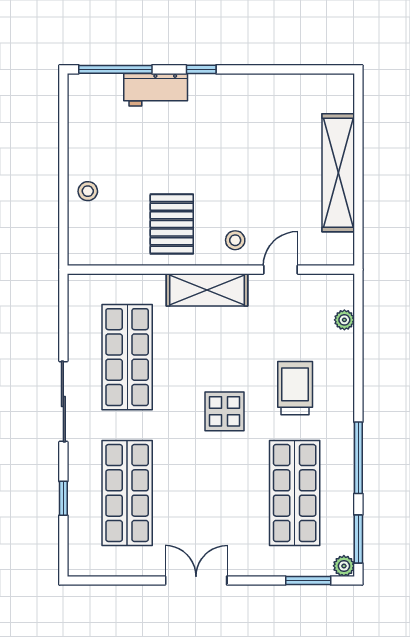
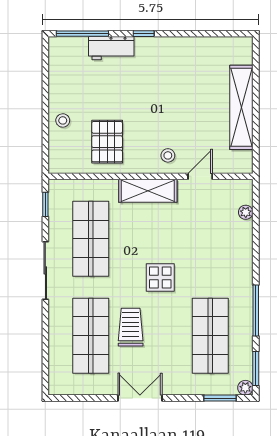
pallet: (172, 224) -> (107, 142), moved
trolley: (295, 388) -> (131, 327), moved
window: (63, 498) -> (45, 204), moved

